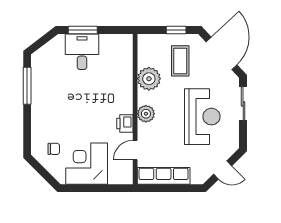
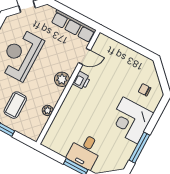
plant: (149, 79) -> (48, 110), width x0.53, depth x0.53
corner desk: (87, 164) -> (130, 120), moved, turned 90

